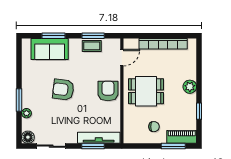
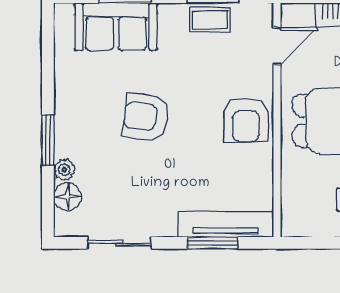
armchair: (108, 91) -> (246, 120), turned 180
floor lamp: (28, 137) -> (68, 197), moved

